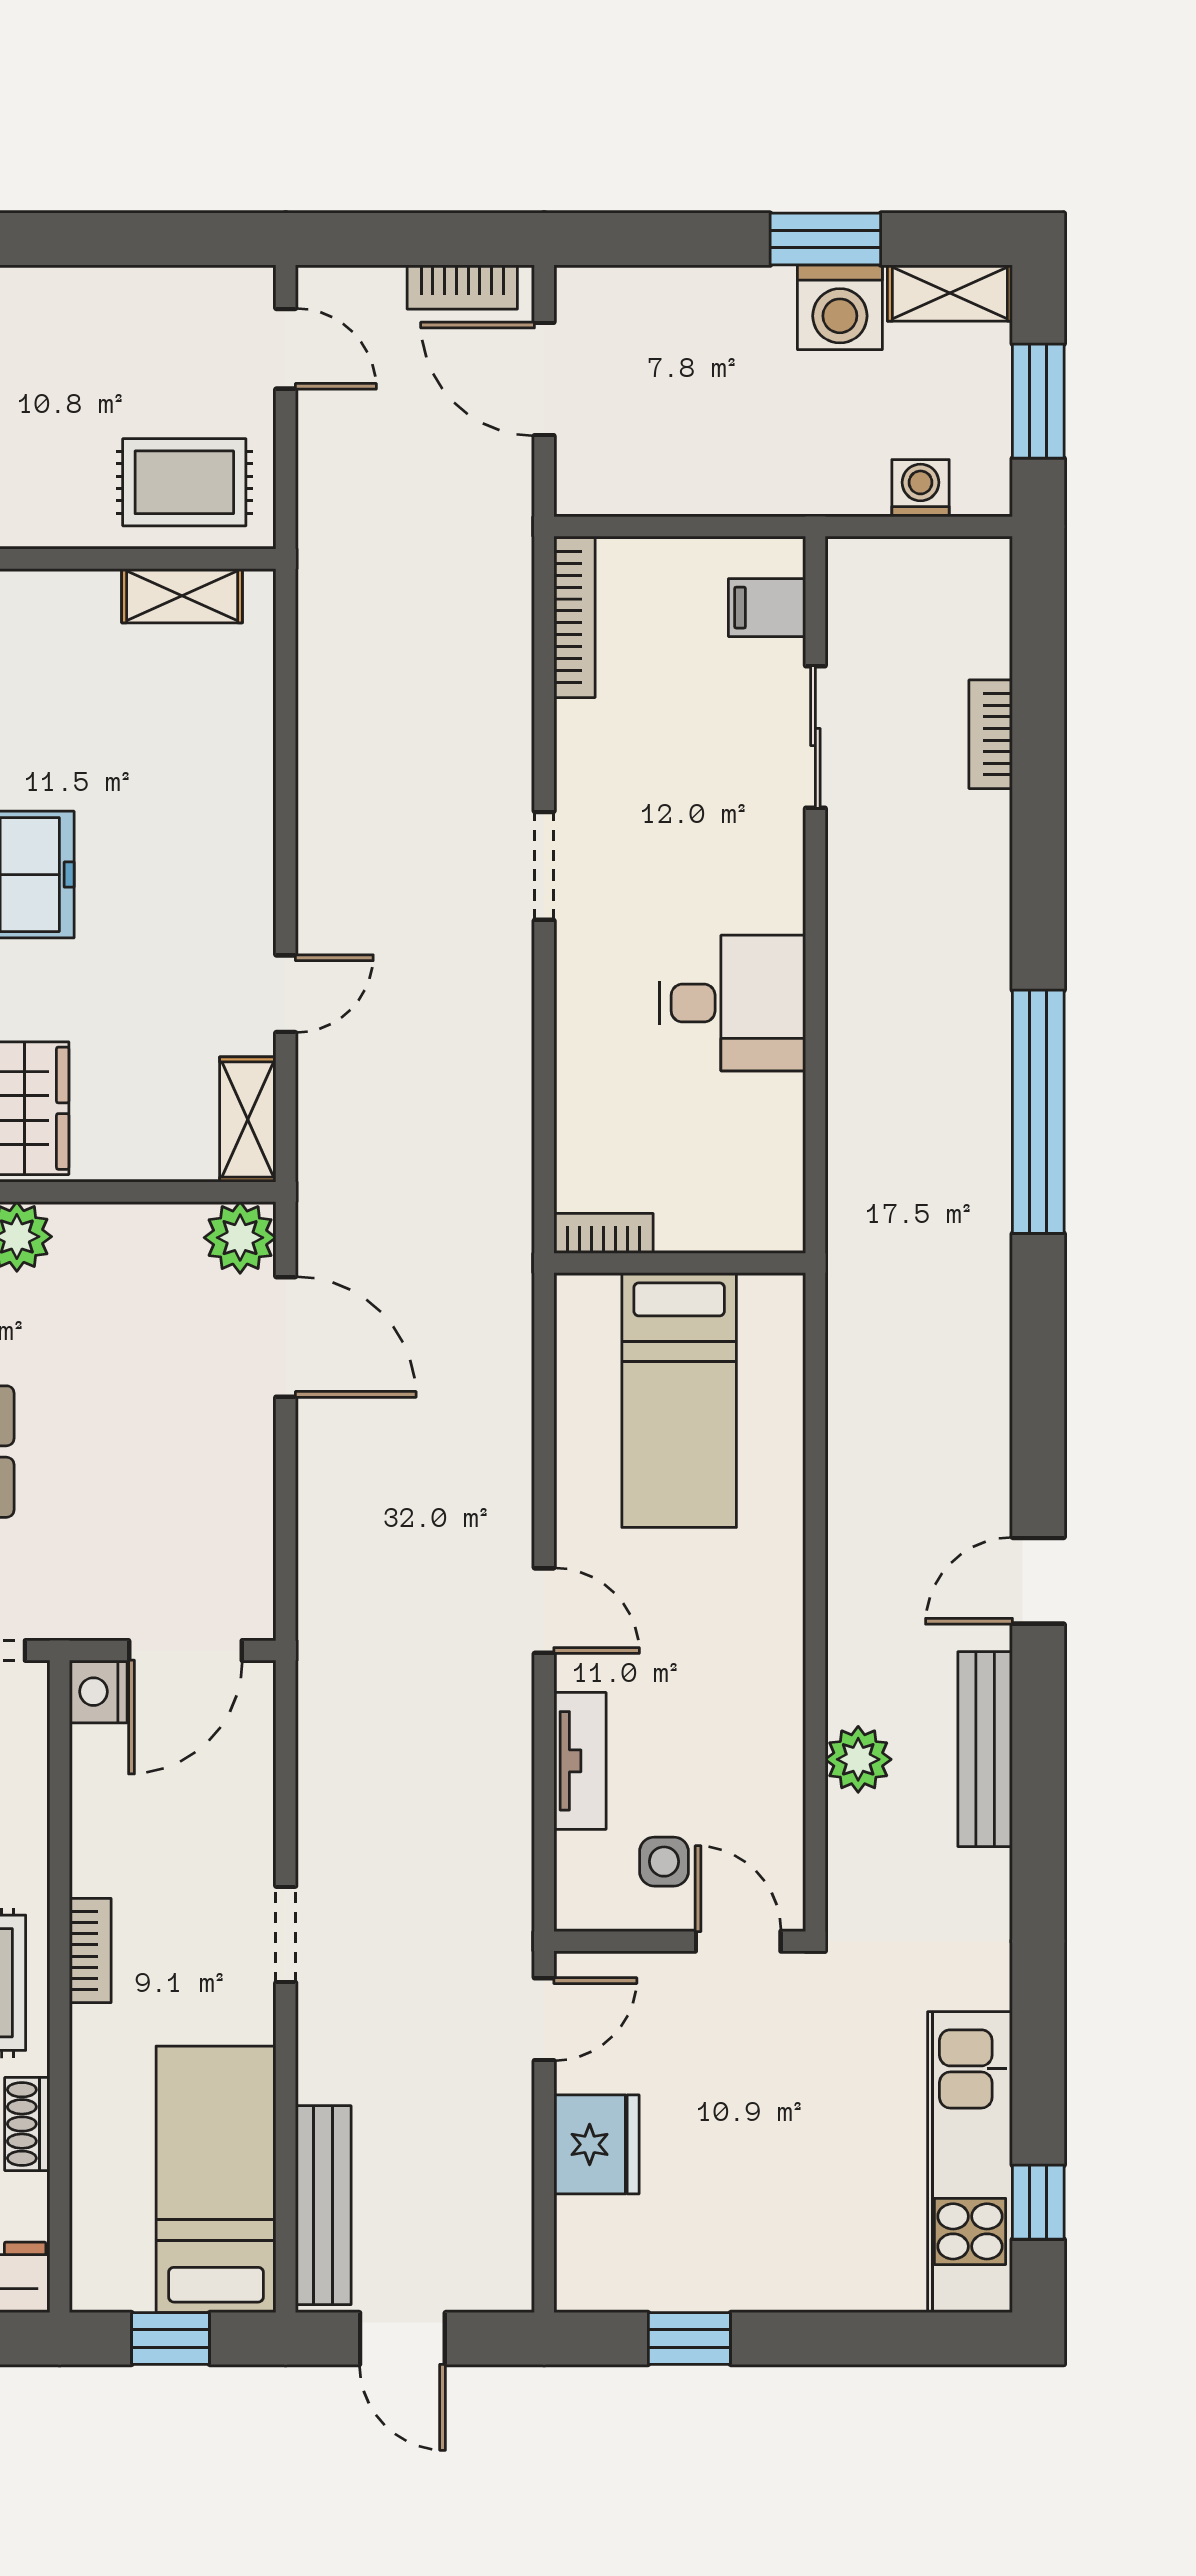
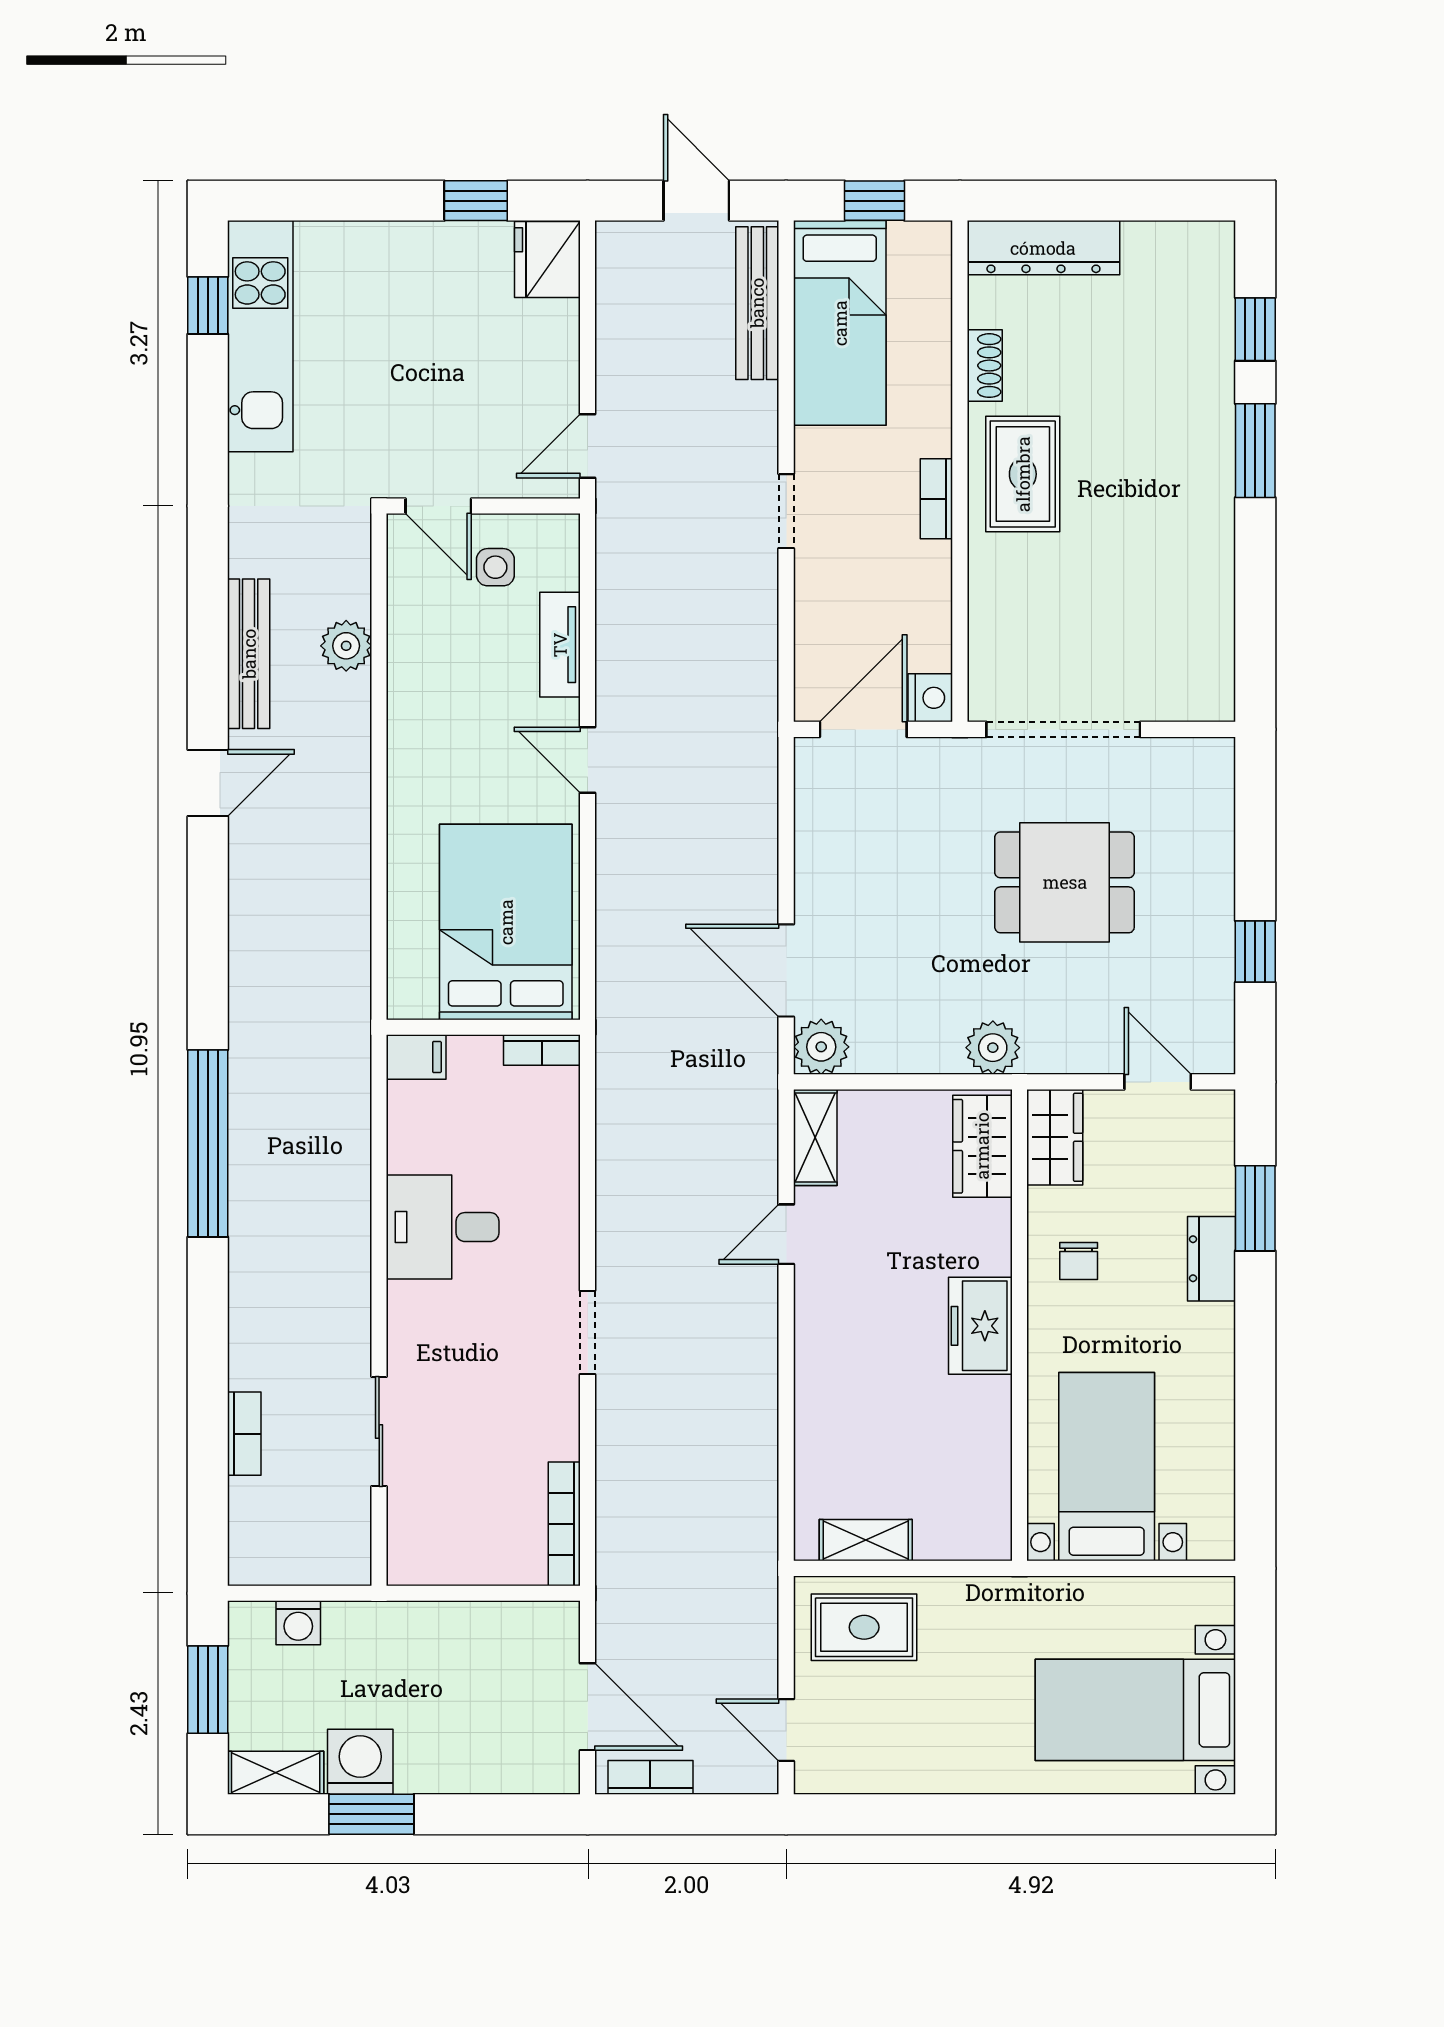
filing cabinet: (767, 608) -> (416, 1057), moved
bed: (679, 1400) -> (506, 922), width x1.50
fridge: (596, 2144) -> (547, 260), moved

